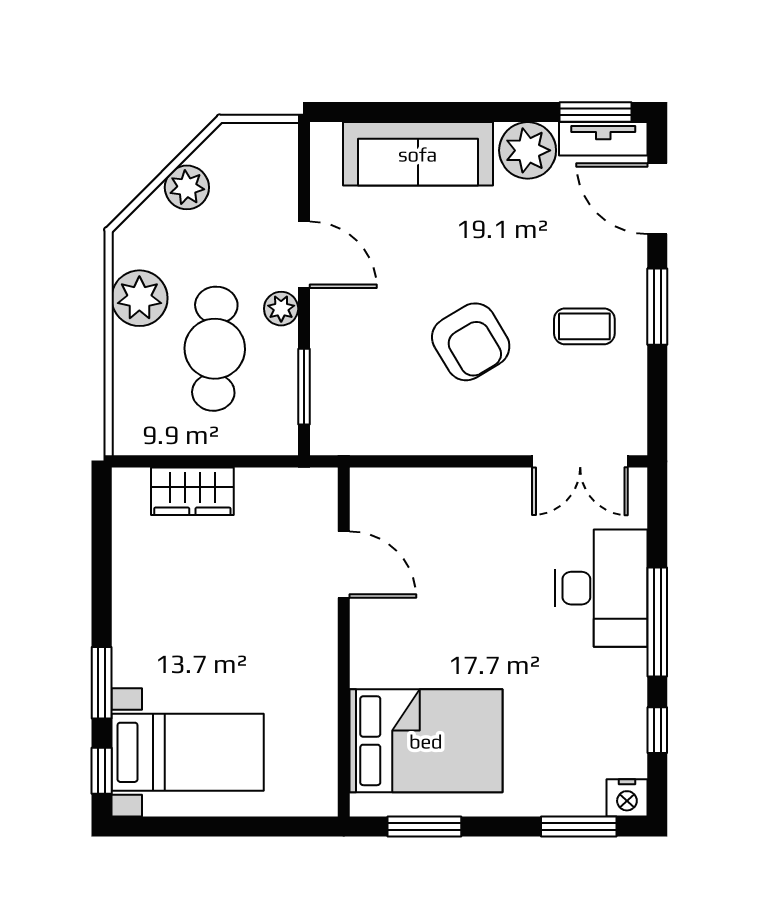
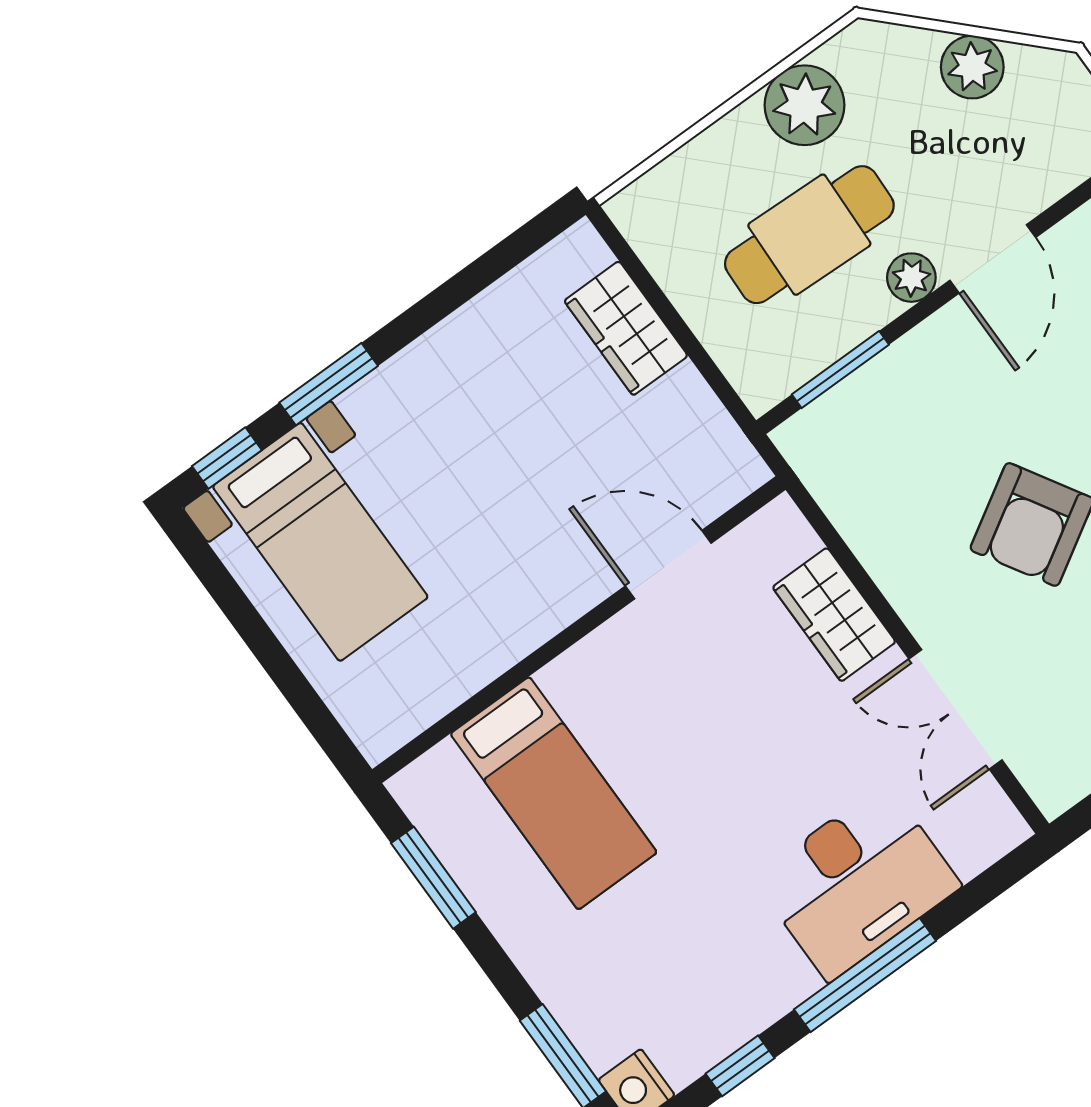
double door: (580, 461) -> (956, 709), moved
wardrobe: (440, 491) -> (834, 615), added
door: (344, 565) -> (668, 565), swing flipped
bed: (426, 741) -> (554, 793), width x0.67

